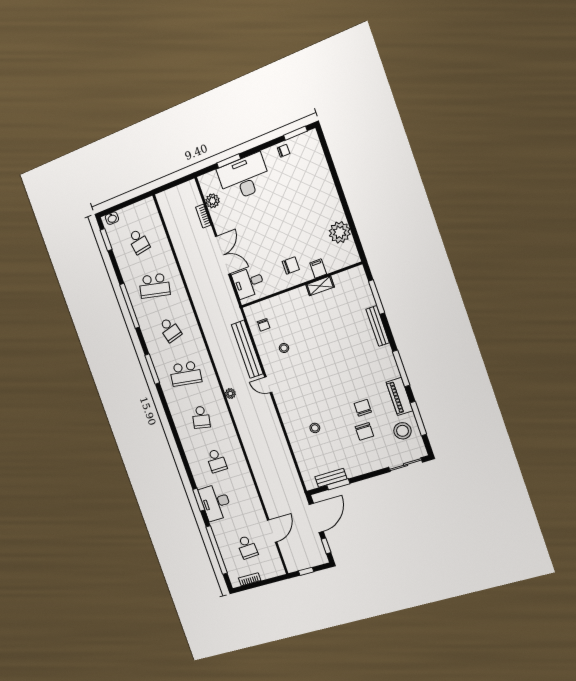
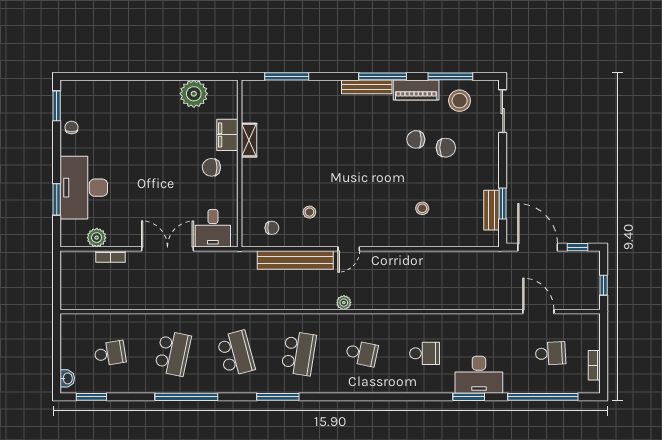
chair: (291, 265) -> (211, 167), turned -90
filing cabinet: (318, 269) -> (227, 135), width x2.00
bench: (378, 326) -> (367, 87), moved
school desk: (170, 330) -> (236, 353), width x1.85

